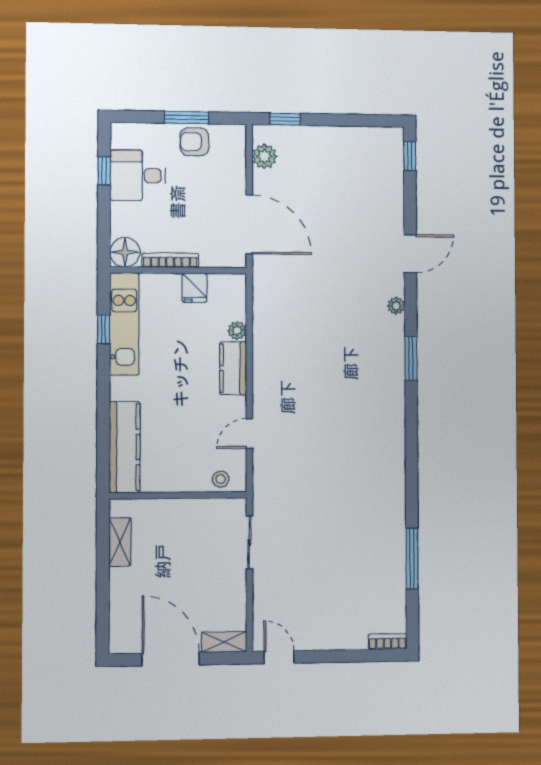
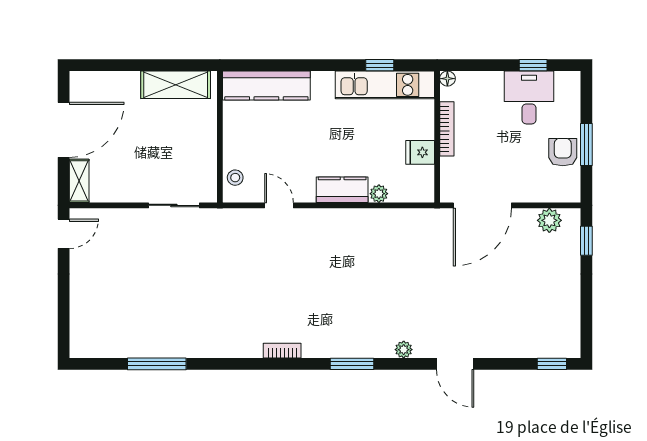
floor lamp: (125, 252) -> (447, 79), width x0.53, depth x0.53
shelving: (120, 542) -> (176, 85), width x1.50, depth x1.33
bookcase: (387, 642) -> (282, 351), moved, turned -90

